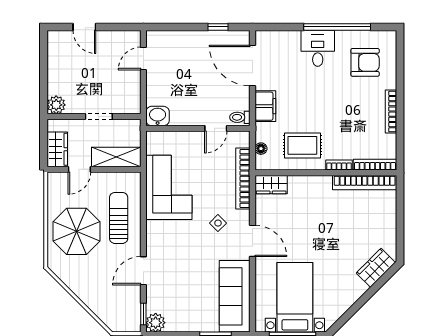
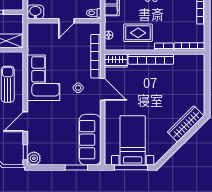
door: (216, 128) -> (66, 21), moved
bookcase: (365, 183) -> (151, 59), moved
corner sofa: (169, 187) -> (43, 78), moved
door: (252, 241) -> (103, 89), moved
wardrobe: (376, 268) -> (186, 124), width x1.50

